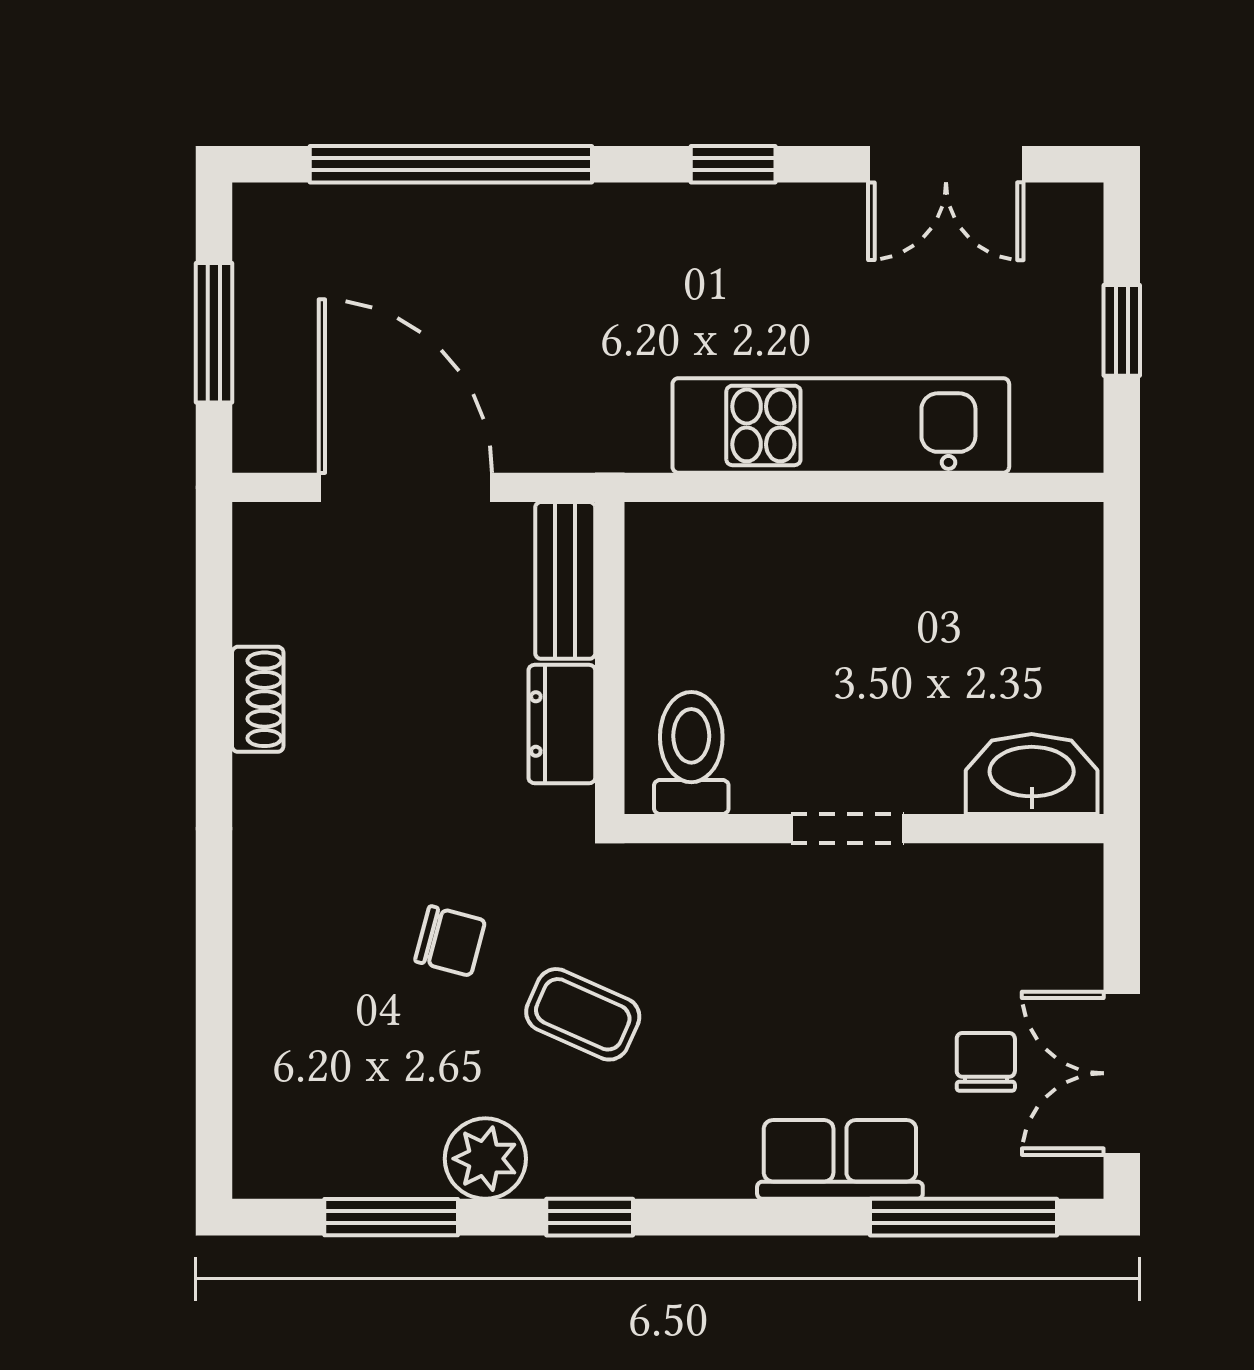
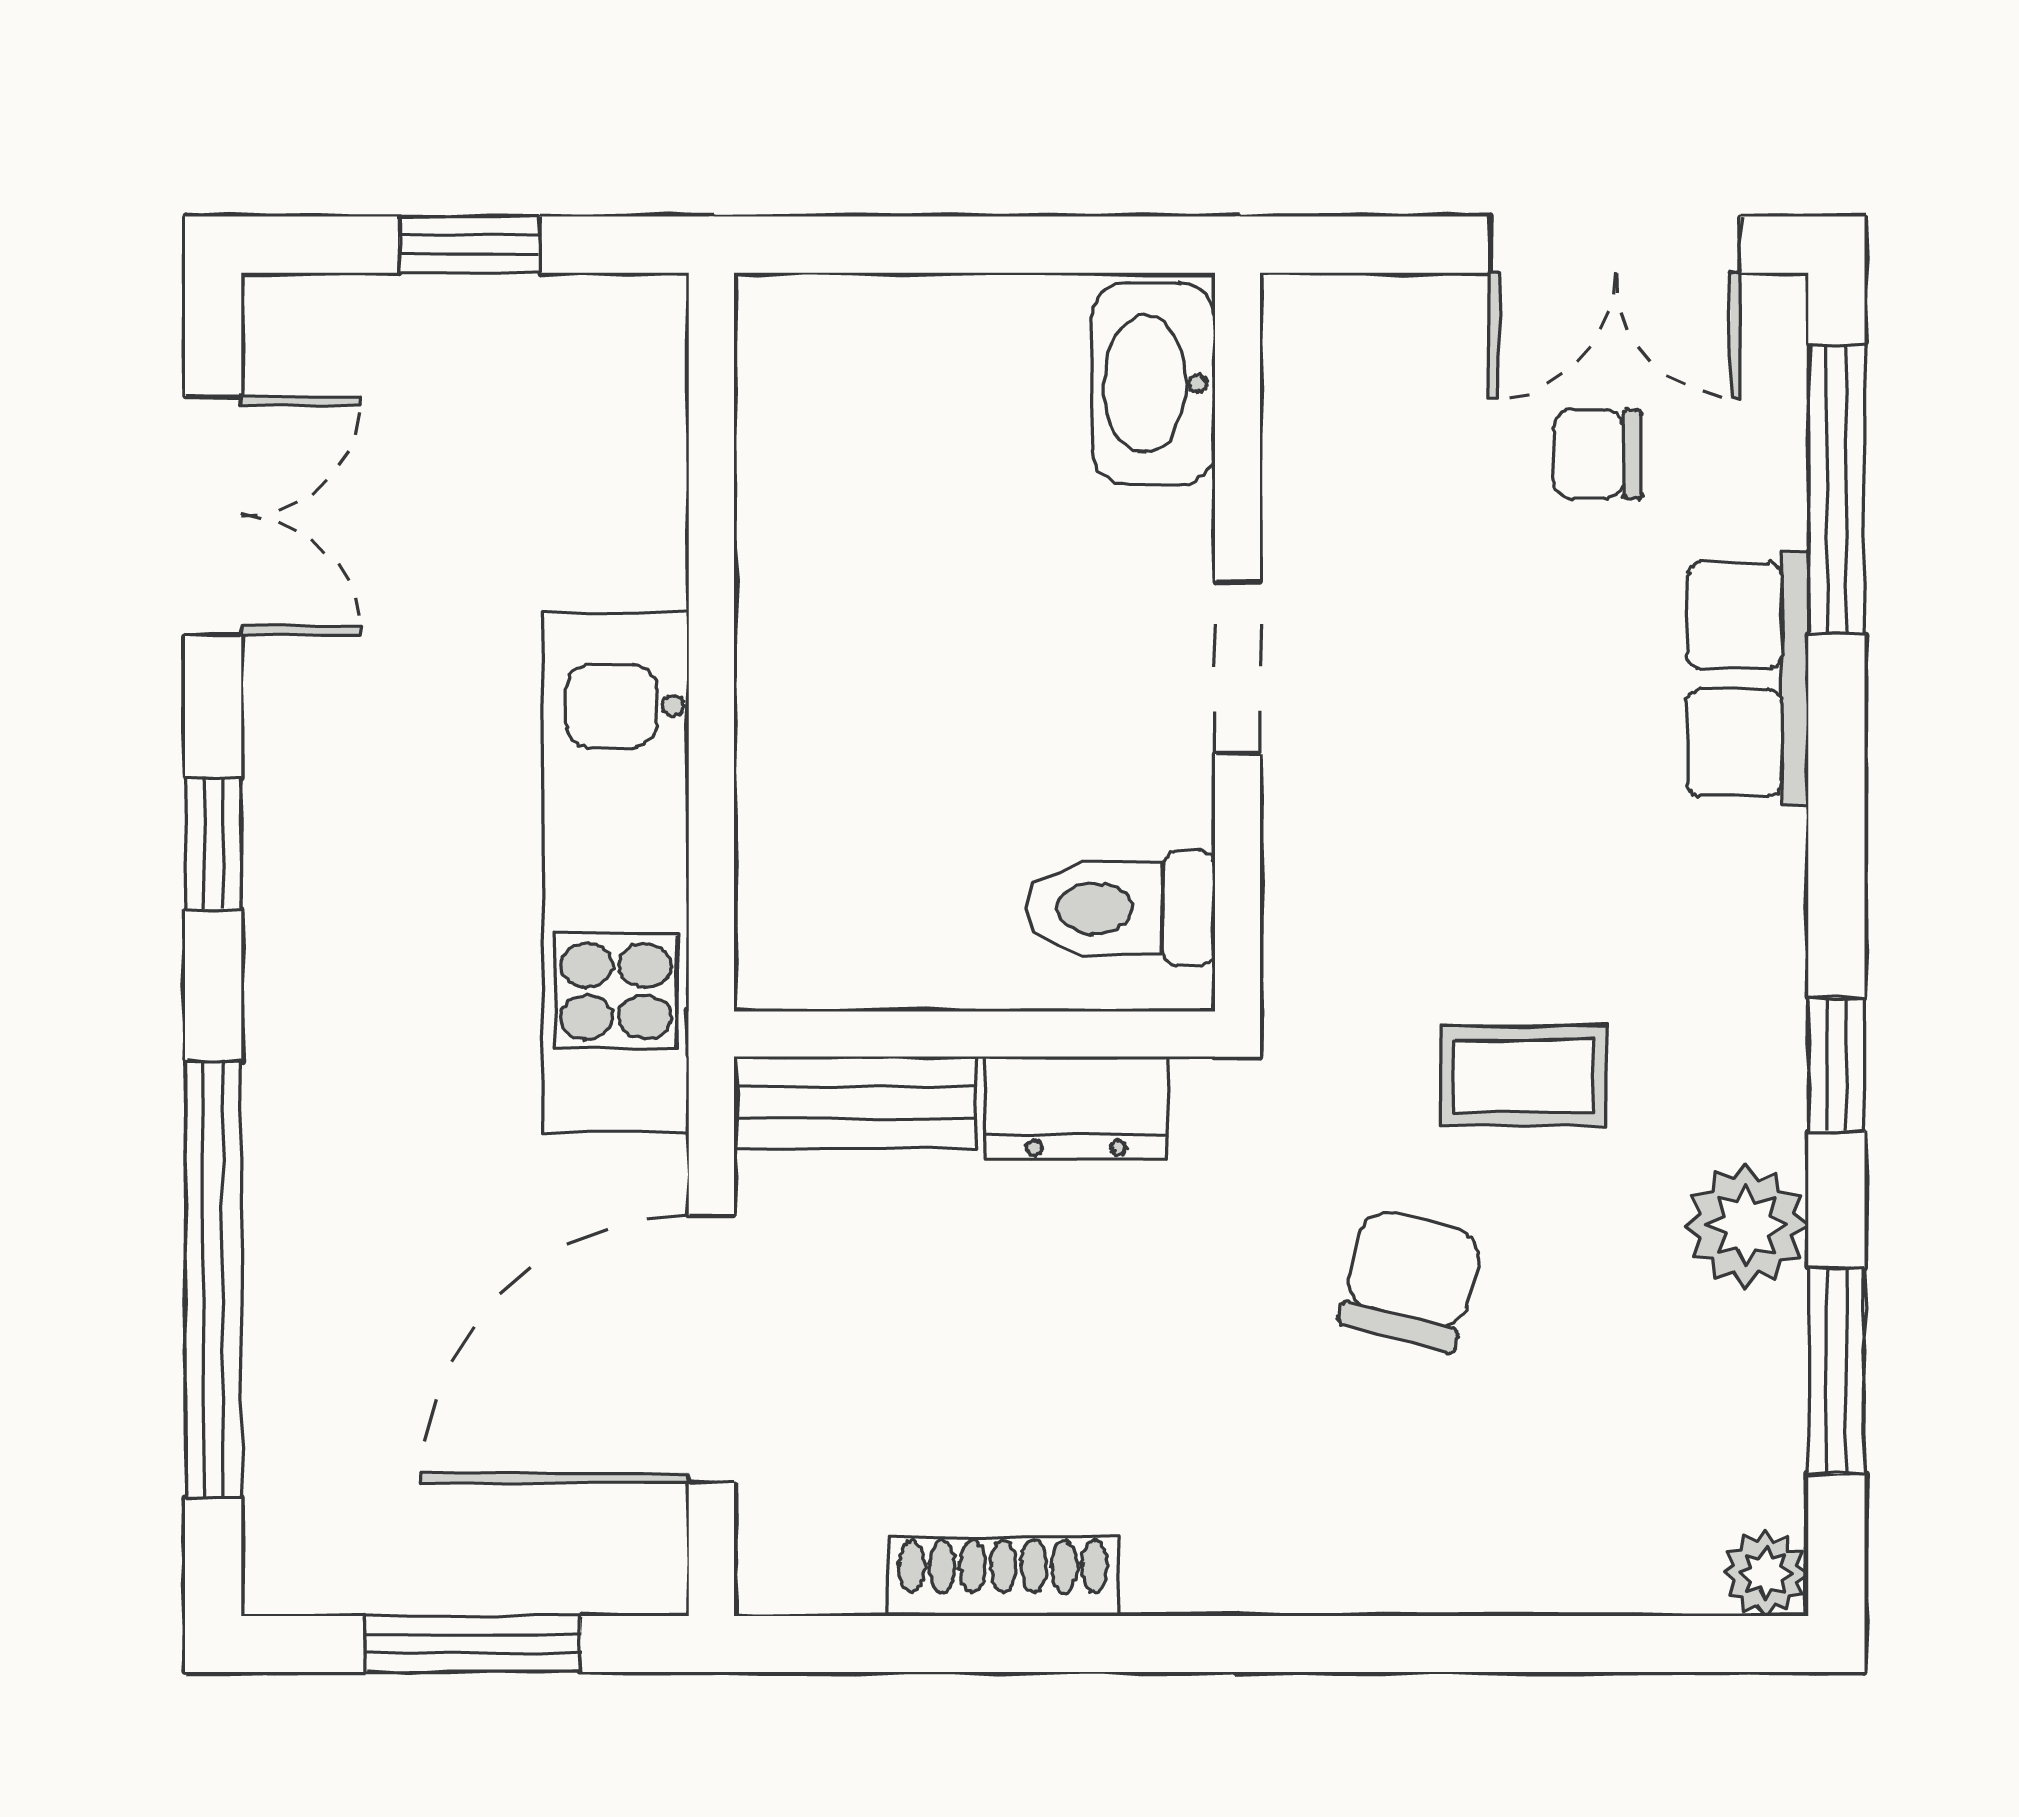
kitchen unit: (841, 425) -> (616, 872), moved
shoe rack: (258, 699) -> (1003, 1577), width x1.43
chair: (450, 941) -> (1411, 1280), width x1.37, depth x1.37
coffee table: (583, 1014) -> (1524, 1076), turned 66
plant: (260, 1171) -> (1766, 1573), added

